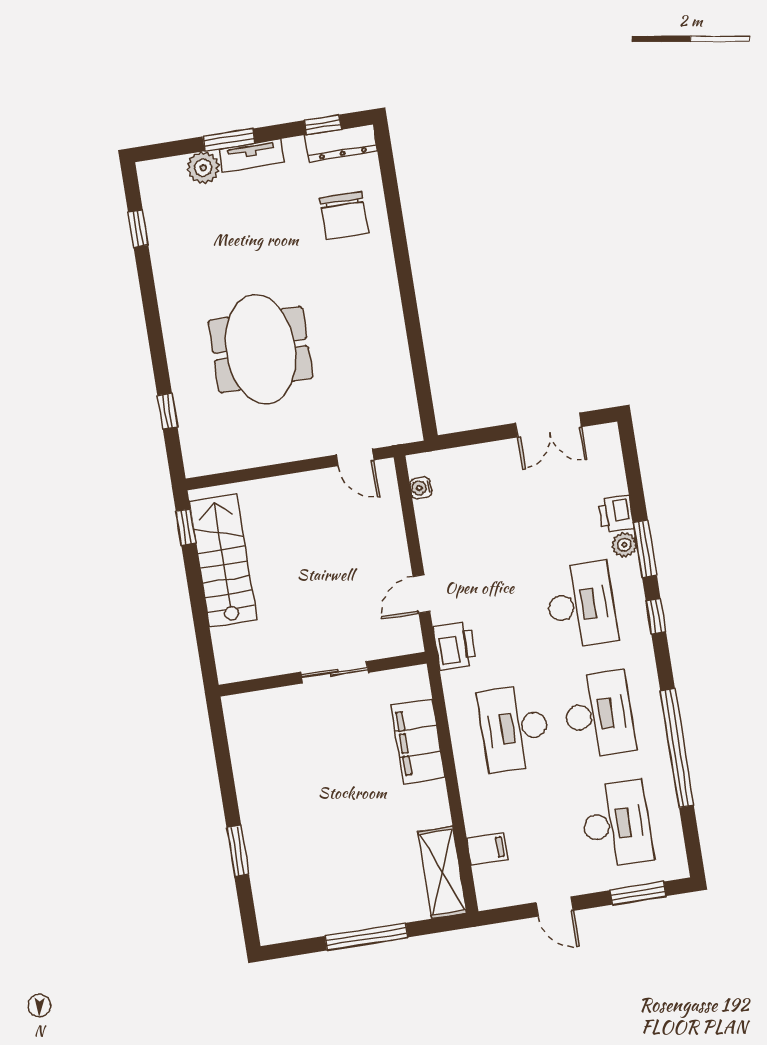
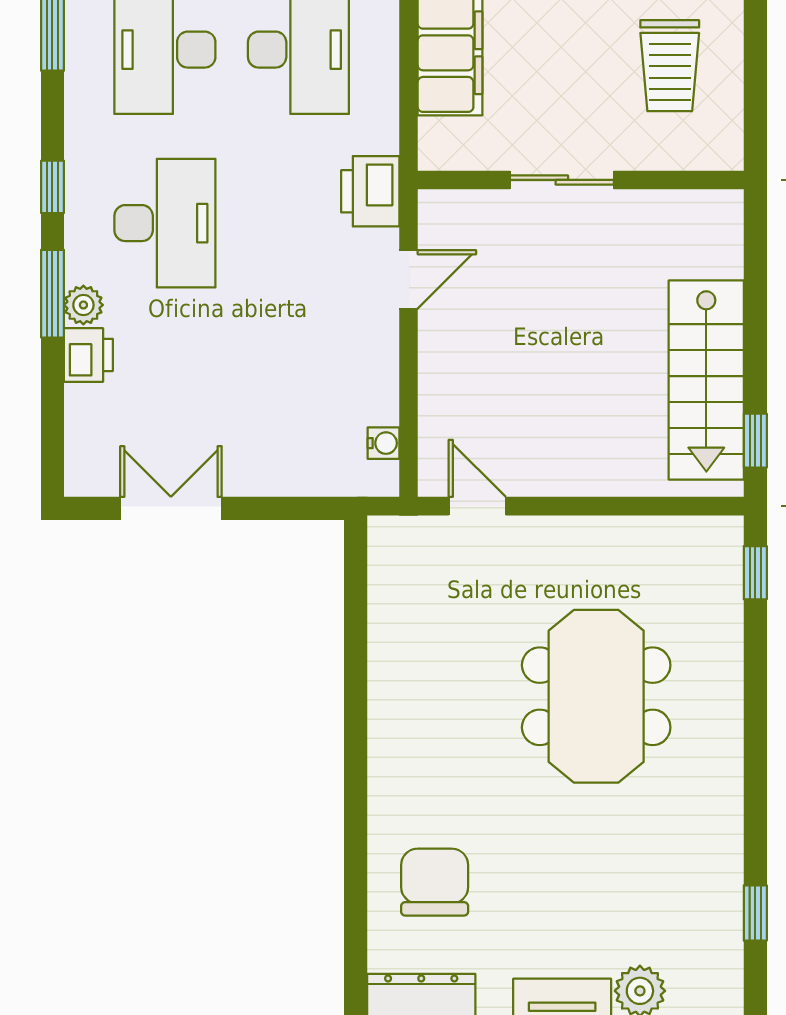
window: (167, 411) -> (755, 573), moved
desk: (581, 605) -> (165, 223), turned 180
trolley: (278, 755) -> (670, 66), added

